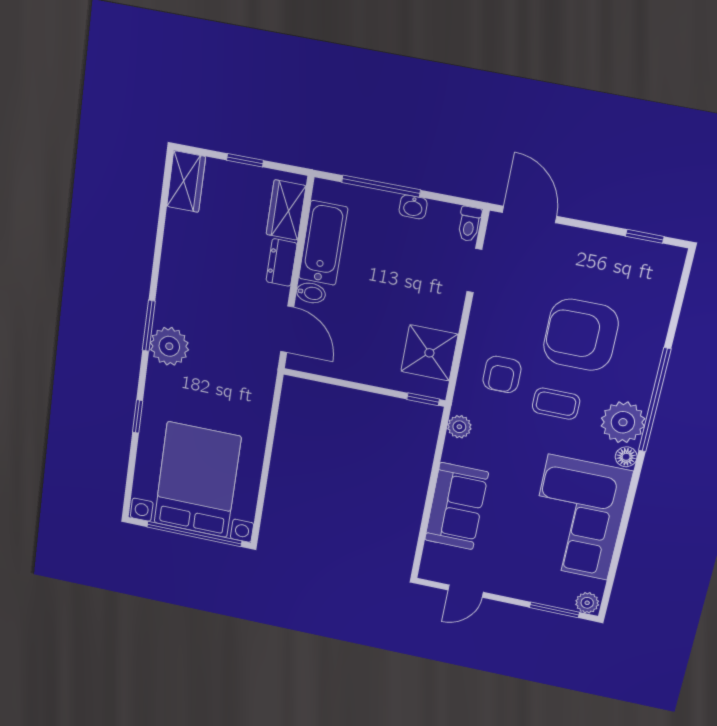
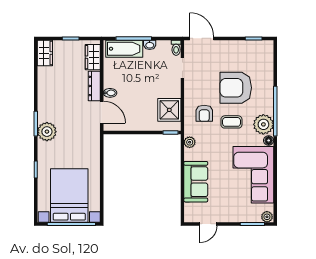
bathtub: (323, 243) -> (124, 49), moved, turned 90
dresser: (282, 262) -> (94, 86), width x1.44

